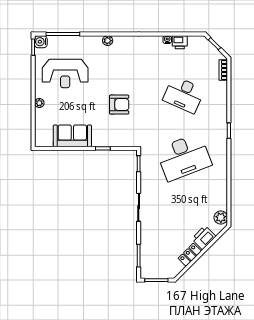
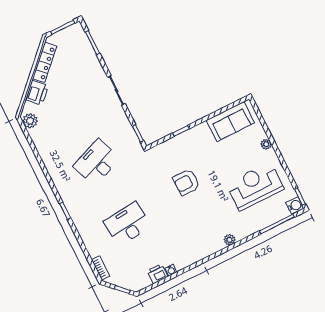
desk: (184, 95) -> (127, 224), turned -30
sofa: (72, 136) -> (230, 122), moved
desk: (184, 157) -> (97, 162), width x0.73, depth x0.77
locker: (190, 255) -> (44, 62), width x1.53

